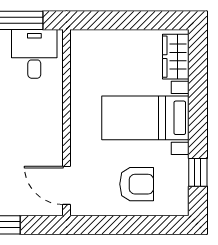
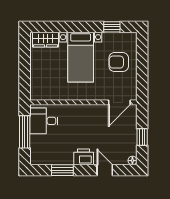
armchair: (137, 184) -> (119, 62), turned -90

